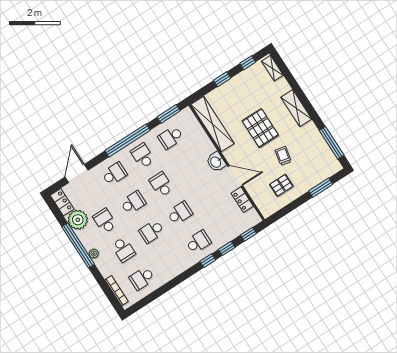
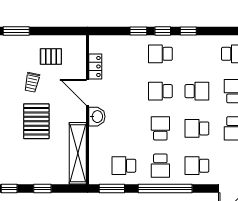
school desk: (171, 137) -> (124, 166), turned 180
school desk: (161, 184) -> (160, 128), turned 180
window: (249, 234) -> (188, 31), moved

